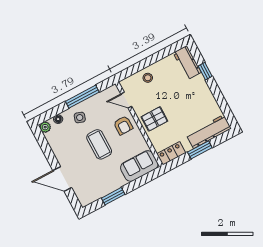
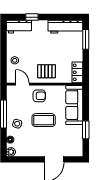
door: (126, 100) -> (23, 84), swing flipped
pallet: (154, 119) -> (46, 71), turned 90
workbench: (209, 132) -> (65, 27), moved, turned -90
window: (200, 150) -> (86, 39), moved
sofa: (139, 166) -> (74, 105), width x1.36

